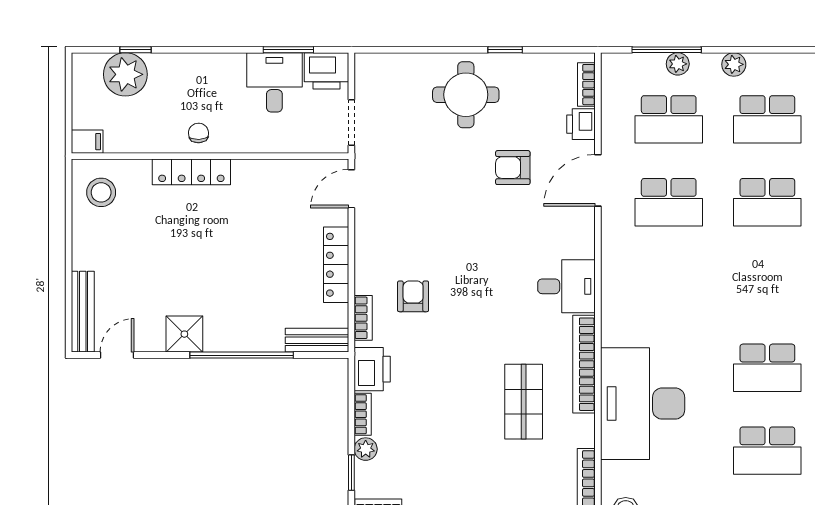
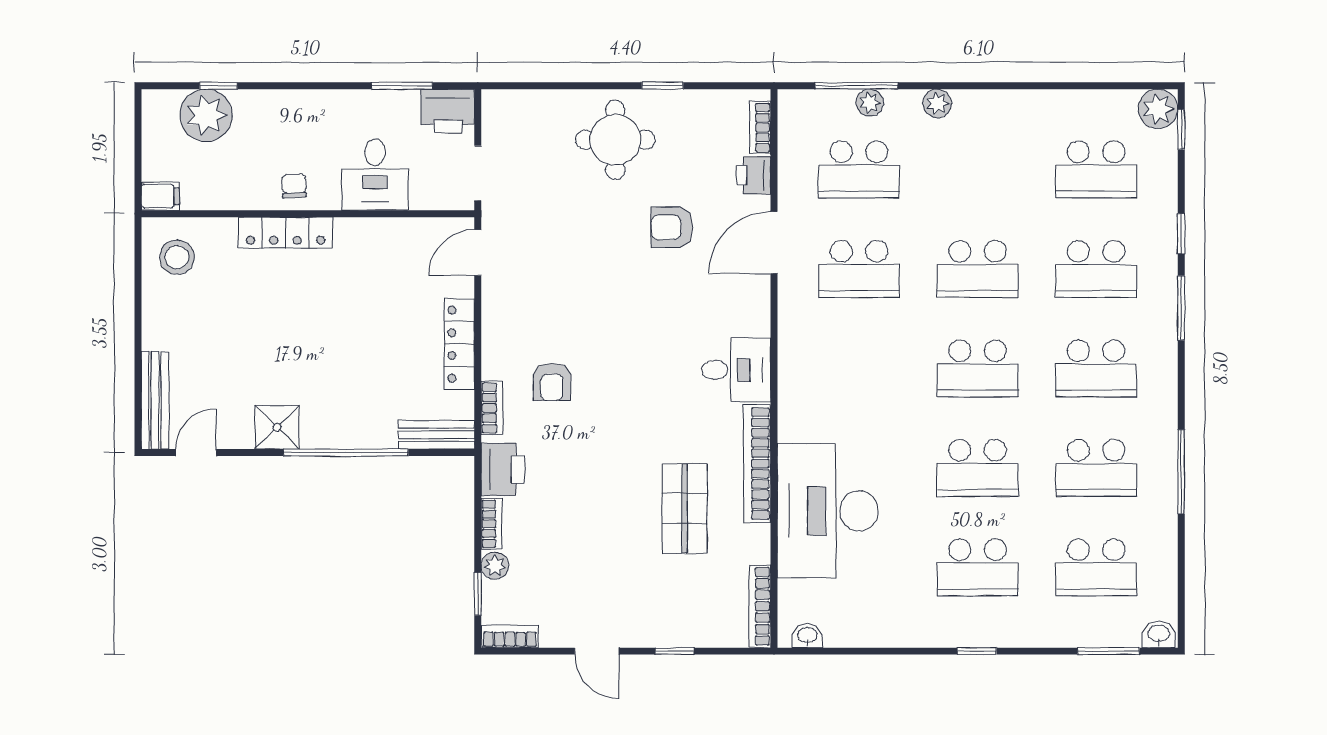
desk: (274, 82) -> (375, 174), moved, turned 180
school desk: (767, 119) -> (978, 368), moved
armchair: (413, 296) -> (552, 382), turned 180

